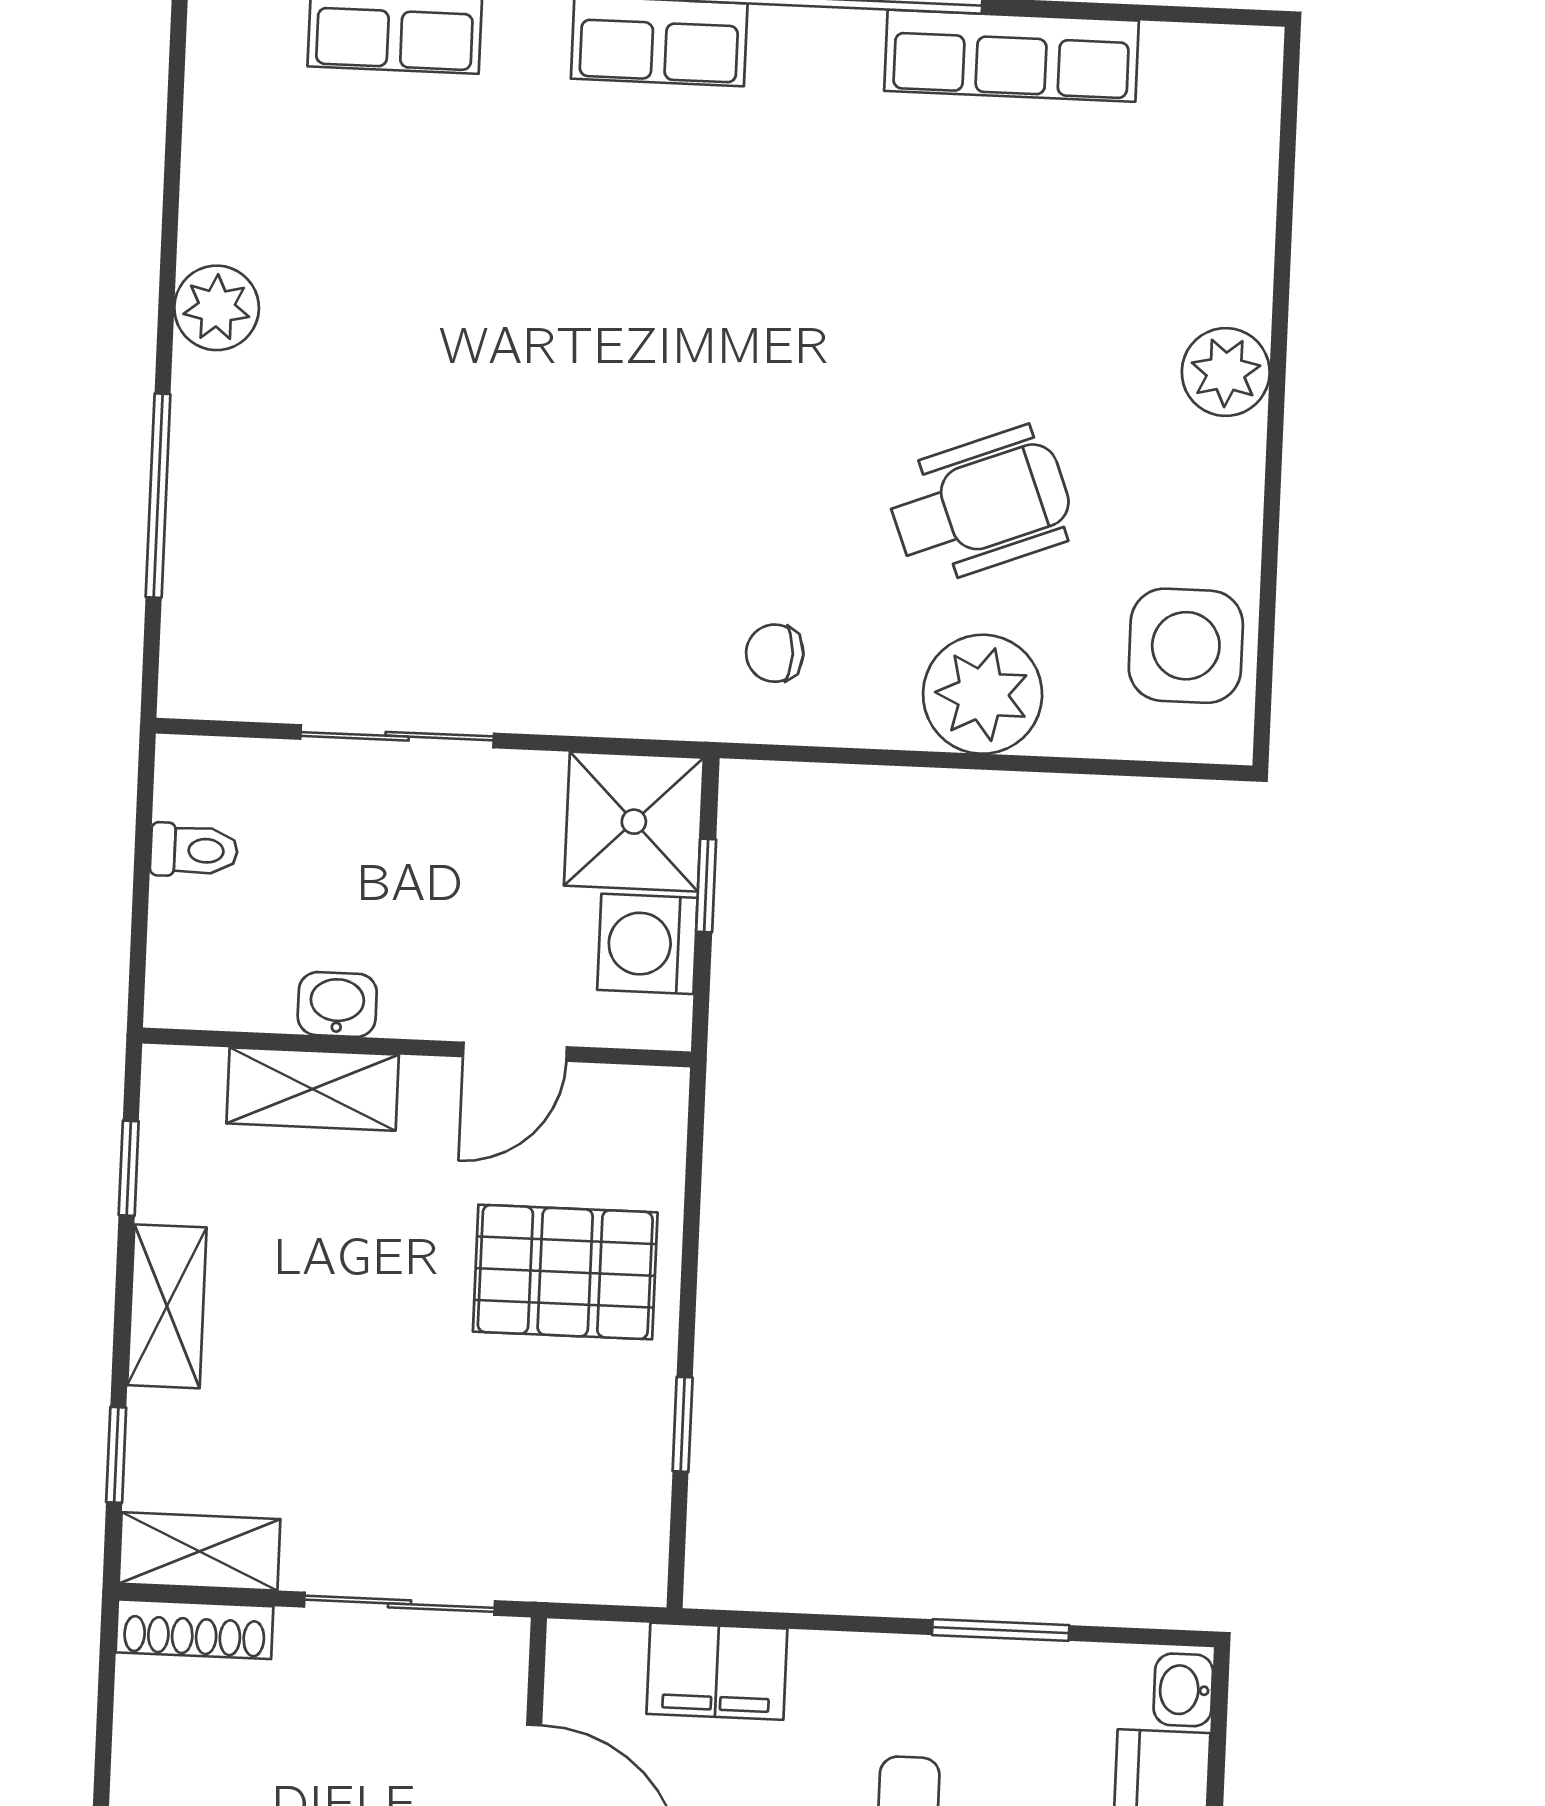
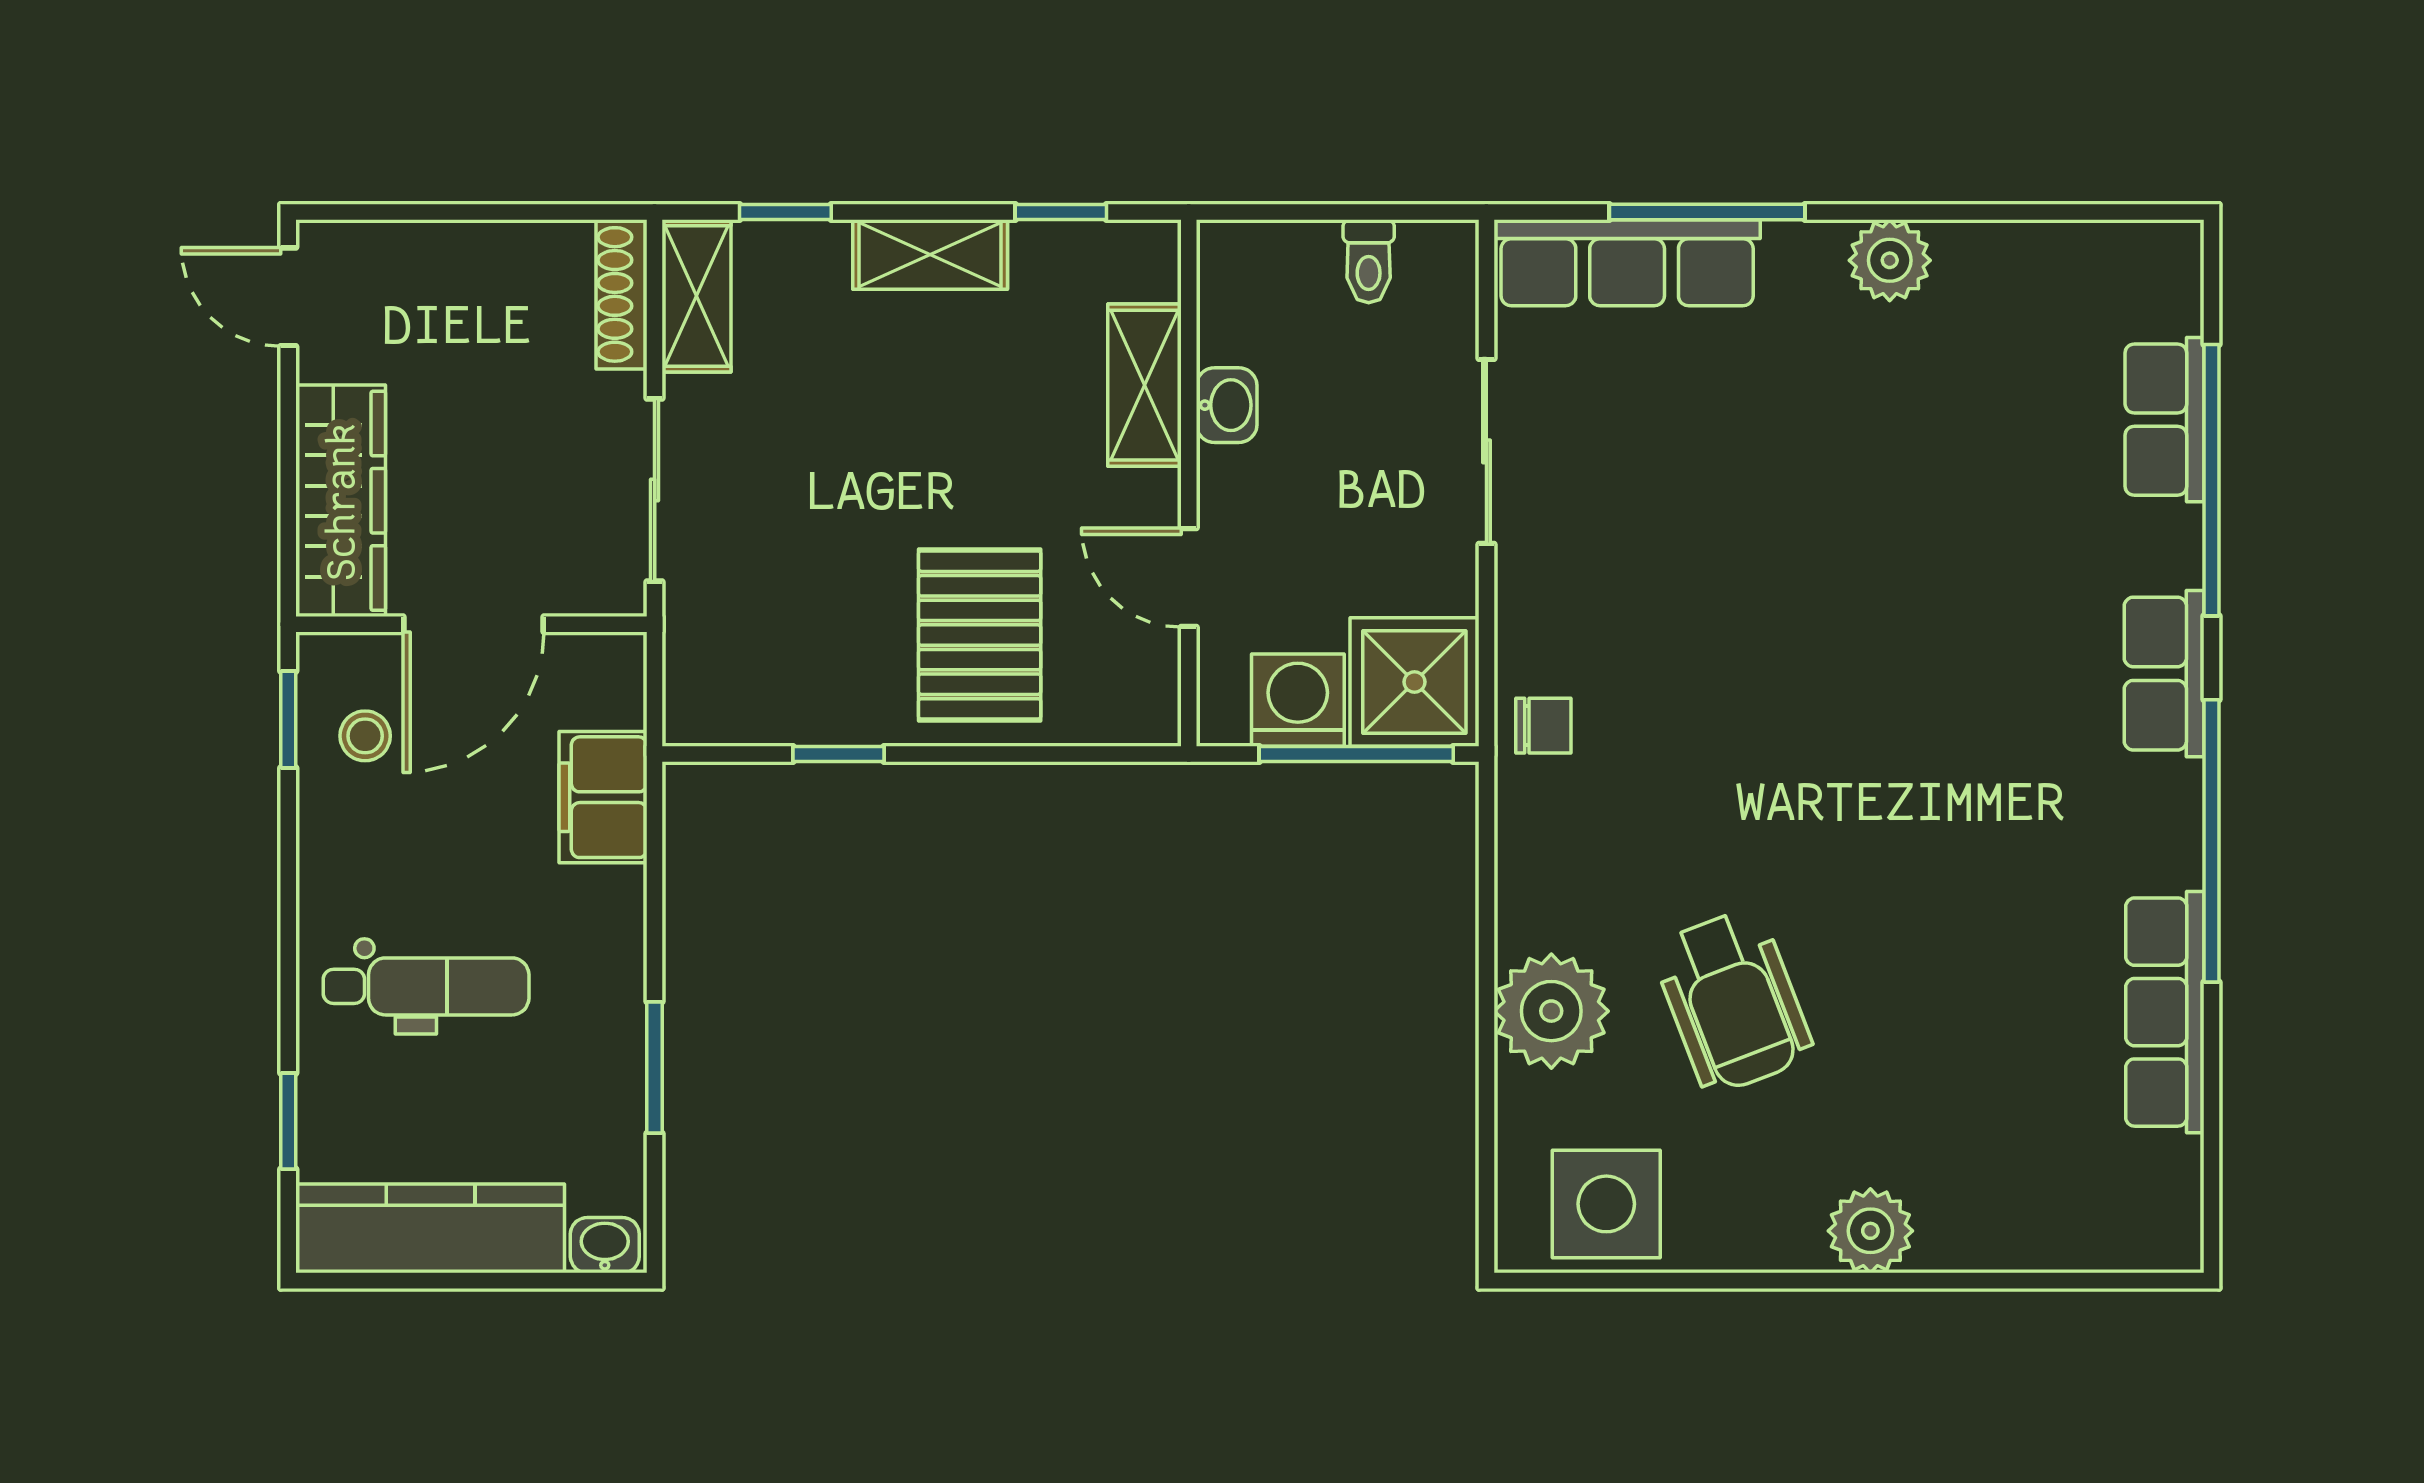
row of seats: (207, 581) -> (1627, 263), added
chair: (775, 653) -> (1543, 726), moved, turned 90
window: (706, 886) -> (1356, 754), width x2.17

